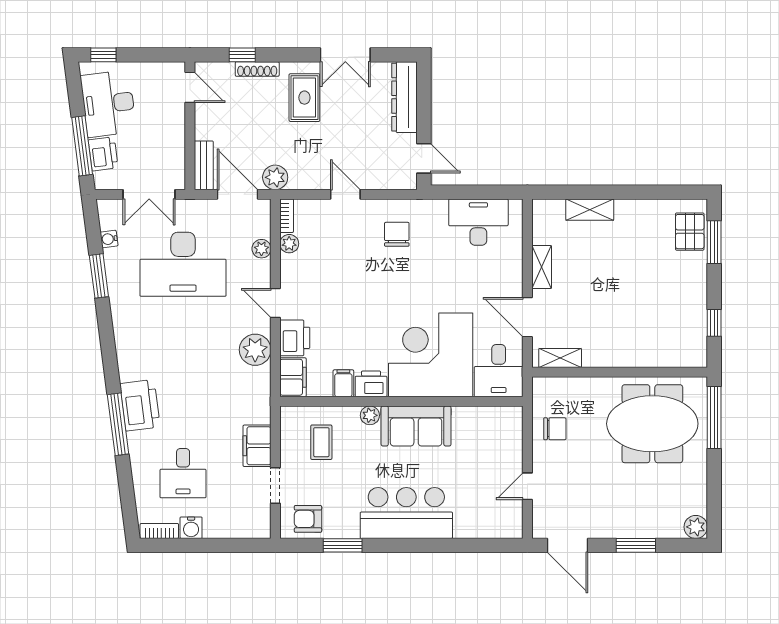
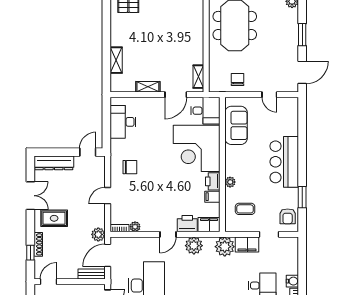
chair: (397, 234) -> (130, 167), turned 180
plant: (261, 249) -> (225, 247), moved, width x1.87, depth x1.87
sofa: (416, 426) -> (236, 125), moved

